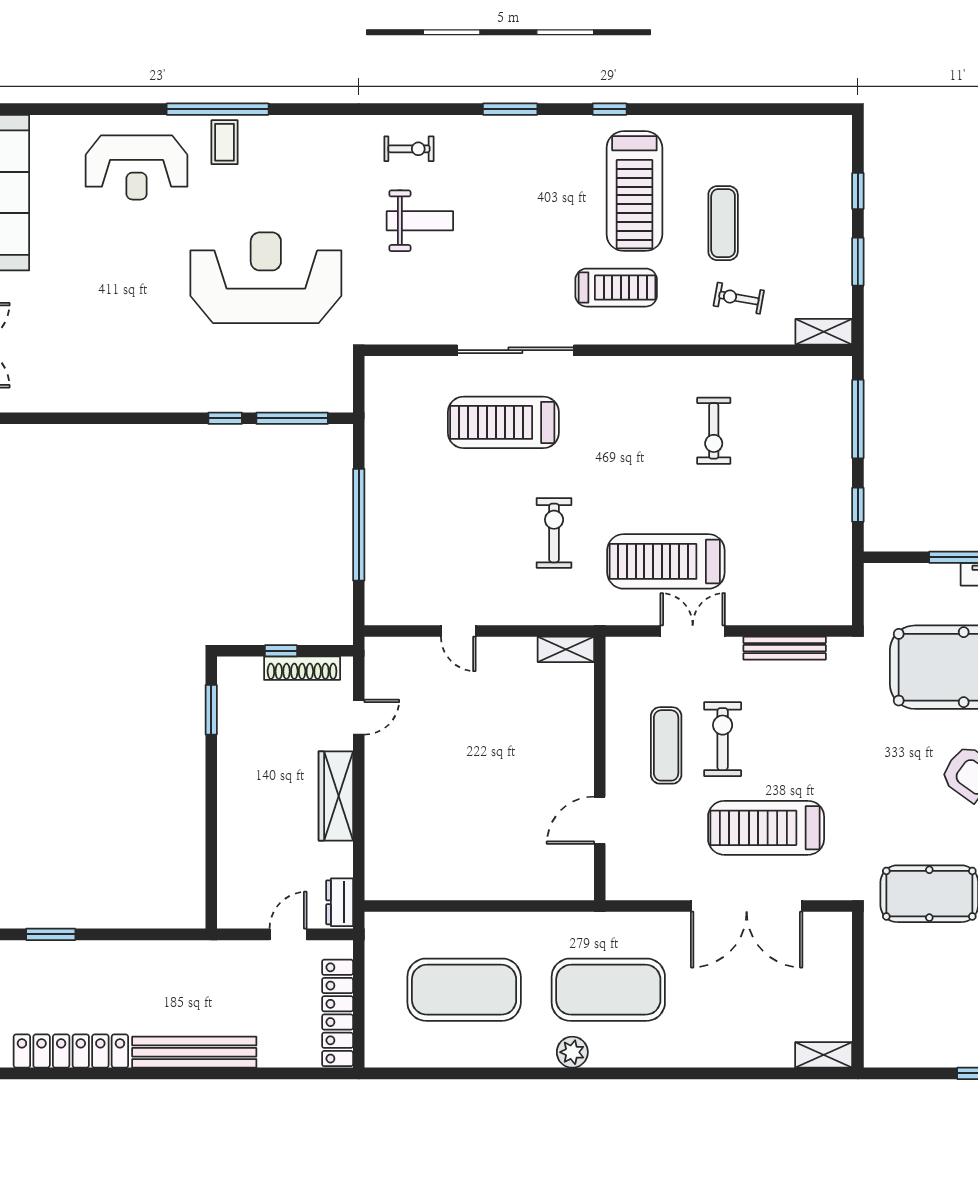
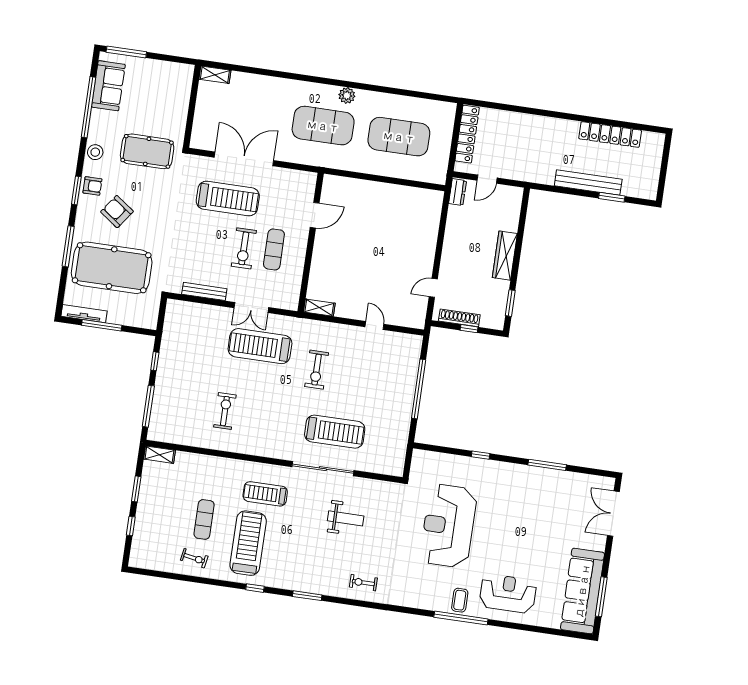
weight bench: (420, 221) -> (346, 518), moved, turned 180
reception desk: (266, 278) -> (448, 526), turned 90
exercise bike: (739, 298) -> (194, 558), moved
window: (292, 418) -> (547, 465), moved
treadmill: (666, 561) -> (260, 346), turned 180
wardrobe: (336, 796) -> (505, 256), moved, turned 180
bench: (194, 1052) -> (588, 183), moved

